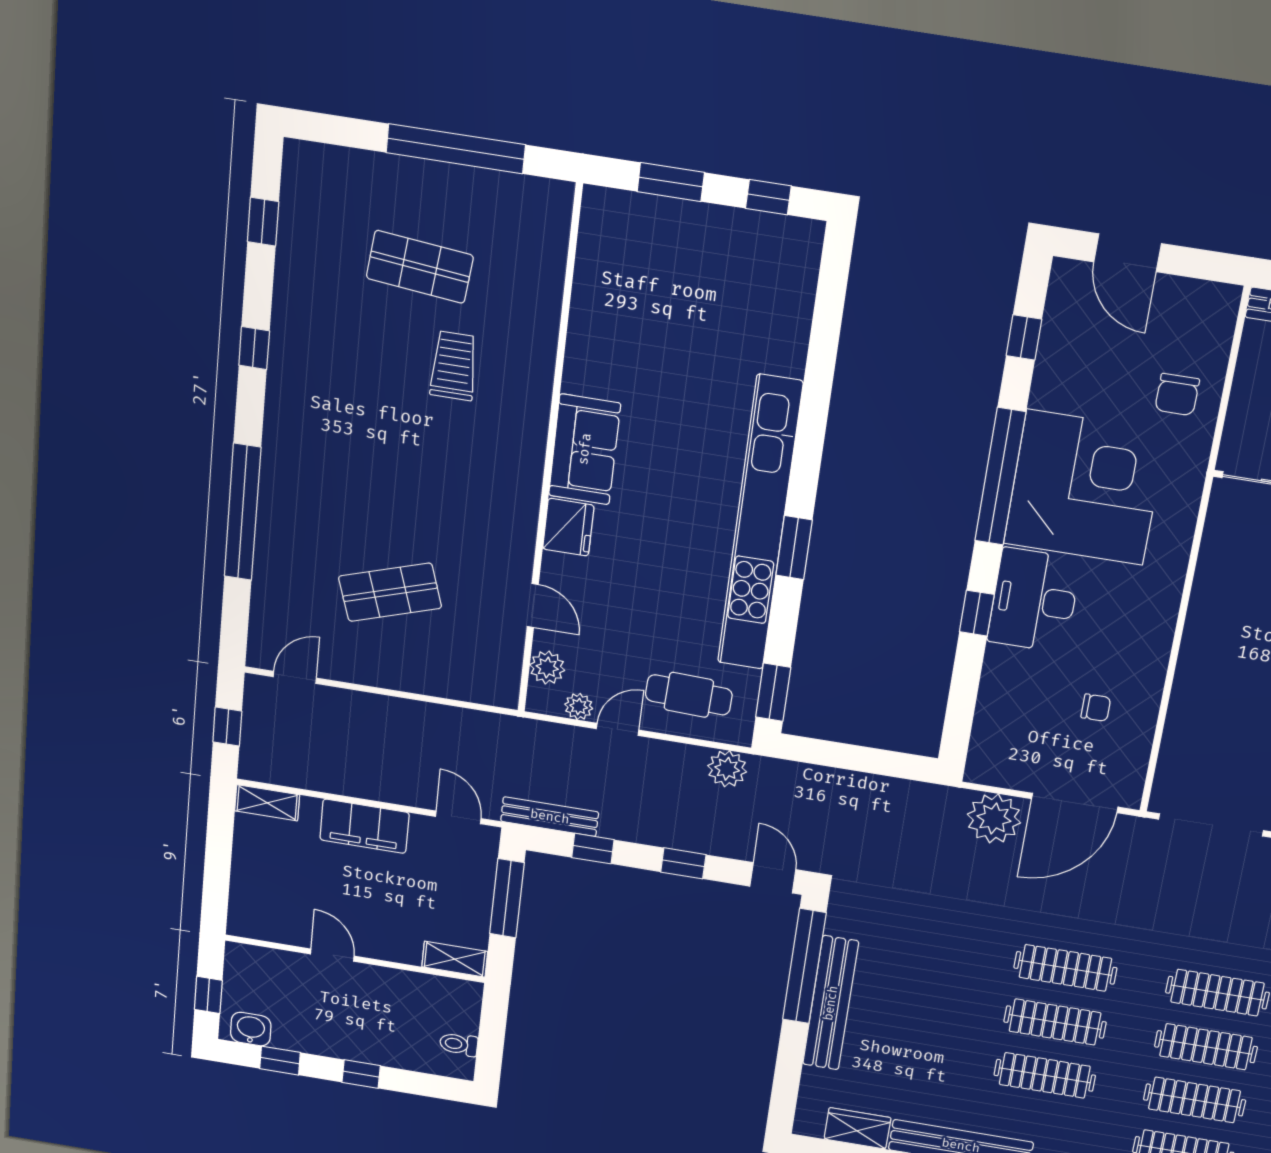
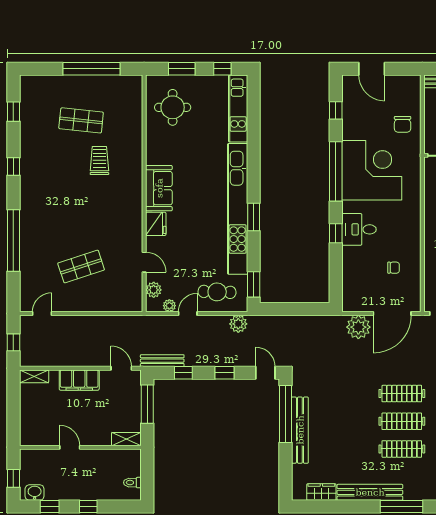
round table: (638, 270) -> (173, 107), added
kitchen unit: (793, 297) -> (238, 108), added
desk: (1034, 600) -> (359, 229), width x0.73

